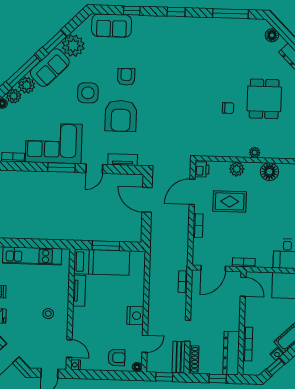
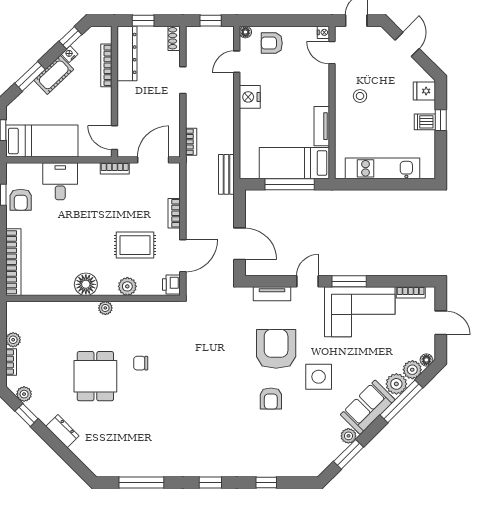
sofa: (112, 26) -> (291, 463), removed
floor lamp: (272, 35) -> (88, 457), removed
window: (55, 42) -> (348, 454), moved
plant: (73, 46) -> (348, 436), width x0.53, depth x0.53
window: (106, 246) -> (290, 184), width x1.44
bench: (179, 357) -> (226, 174), moved
shoe rack: (194, 360) -> (174, 38), width x0.70

